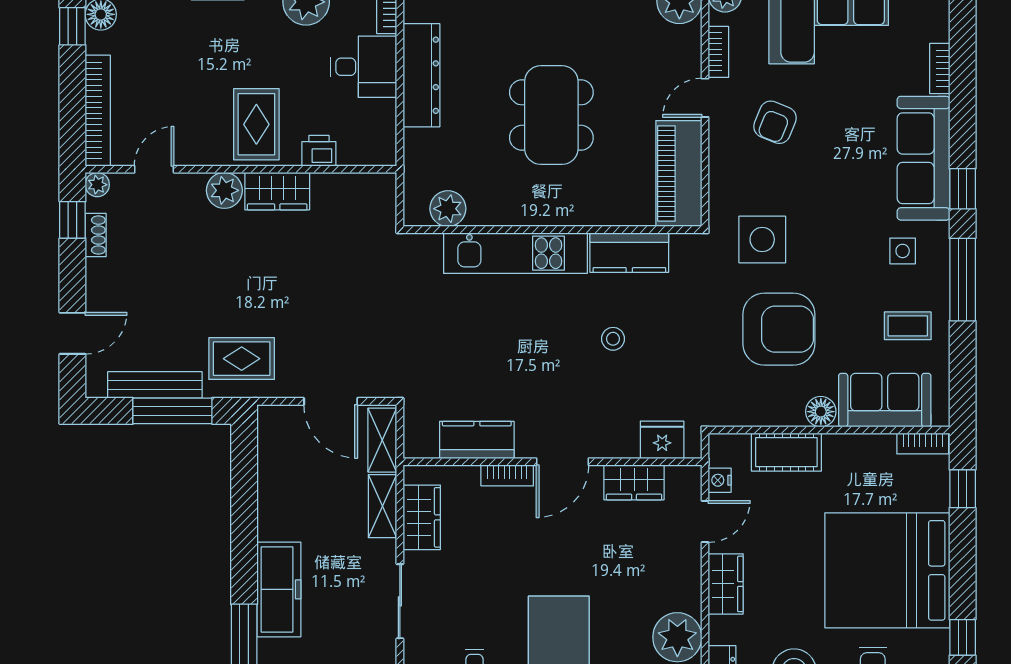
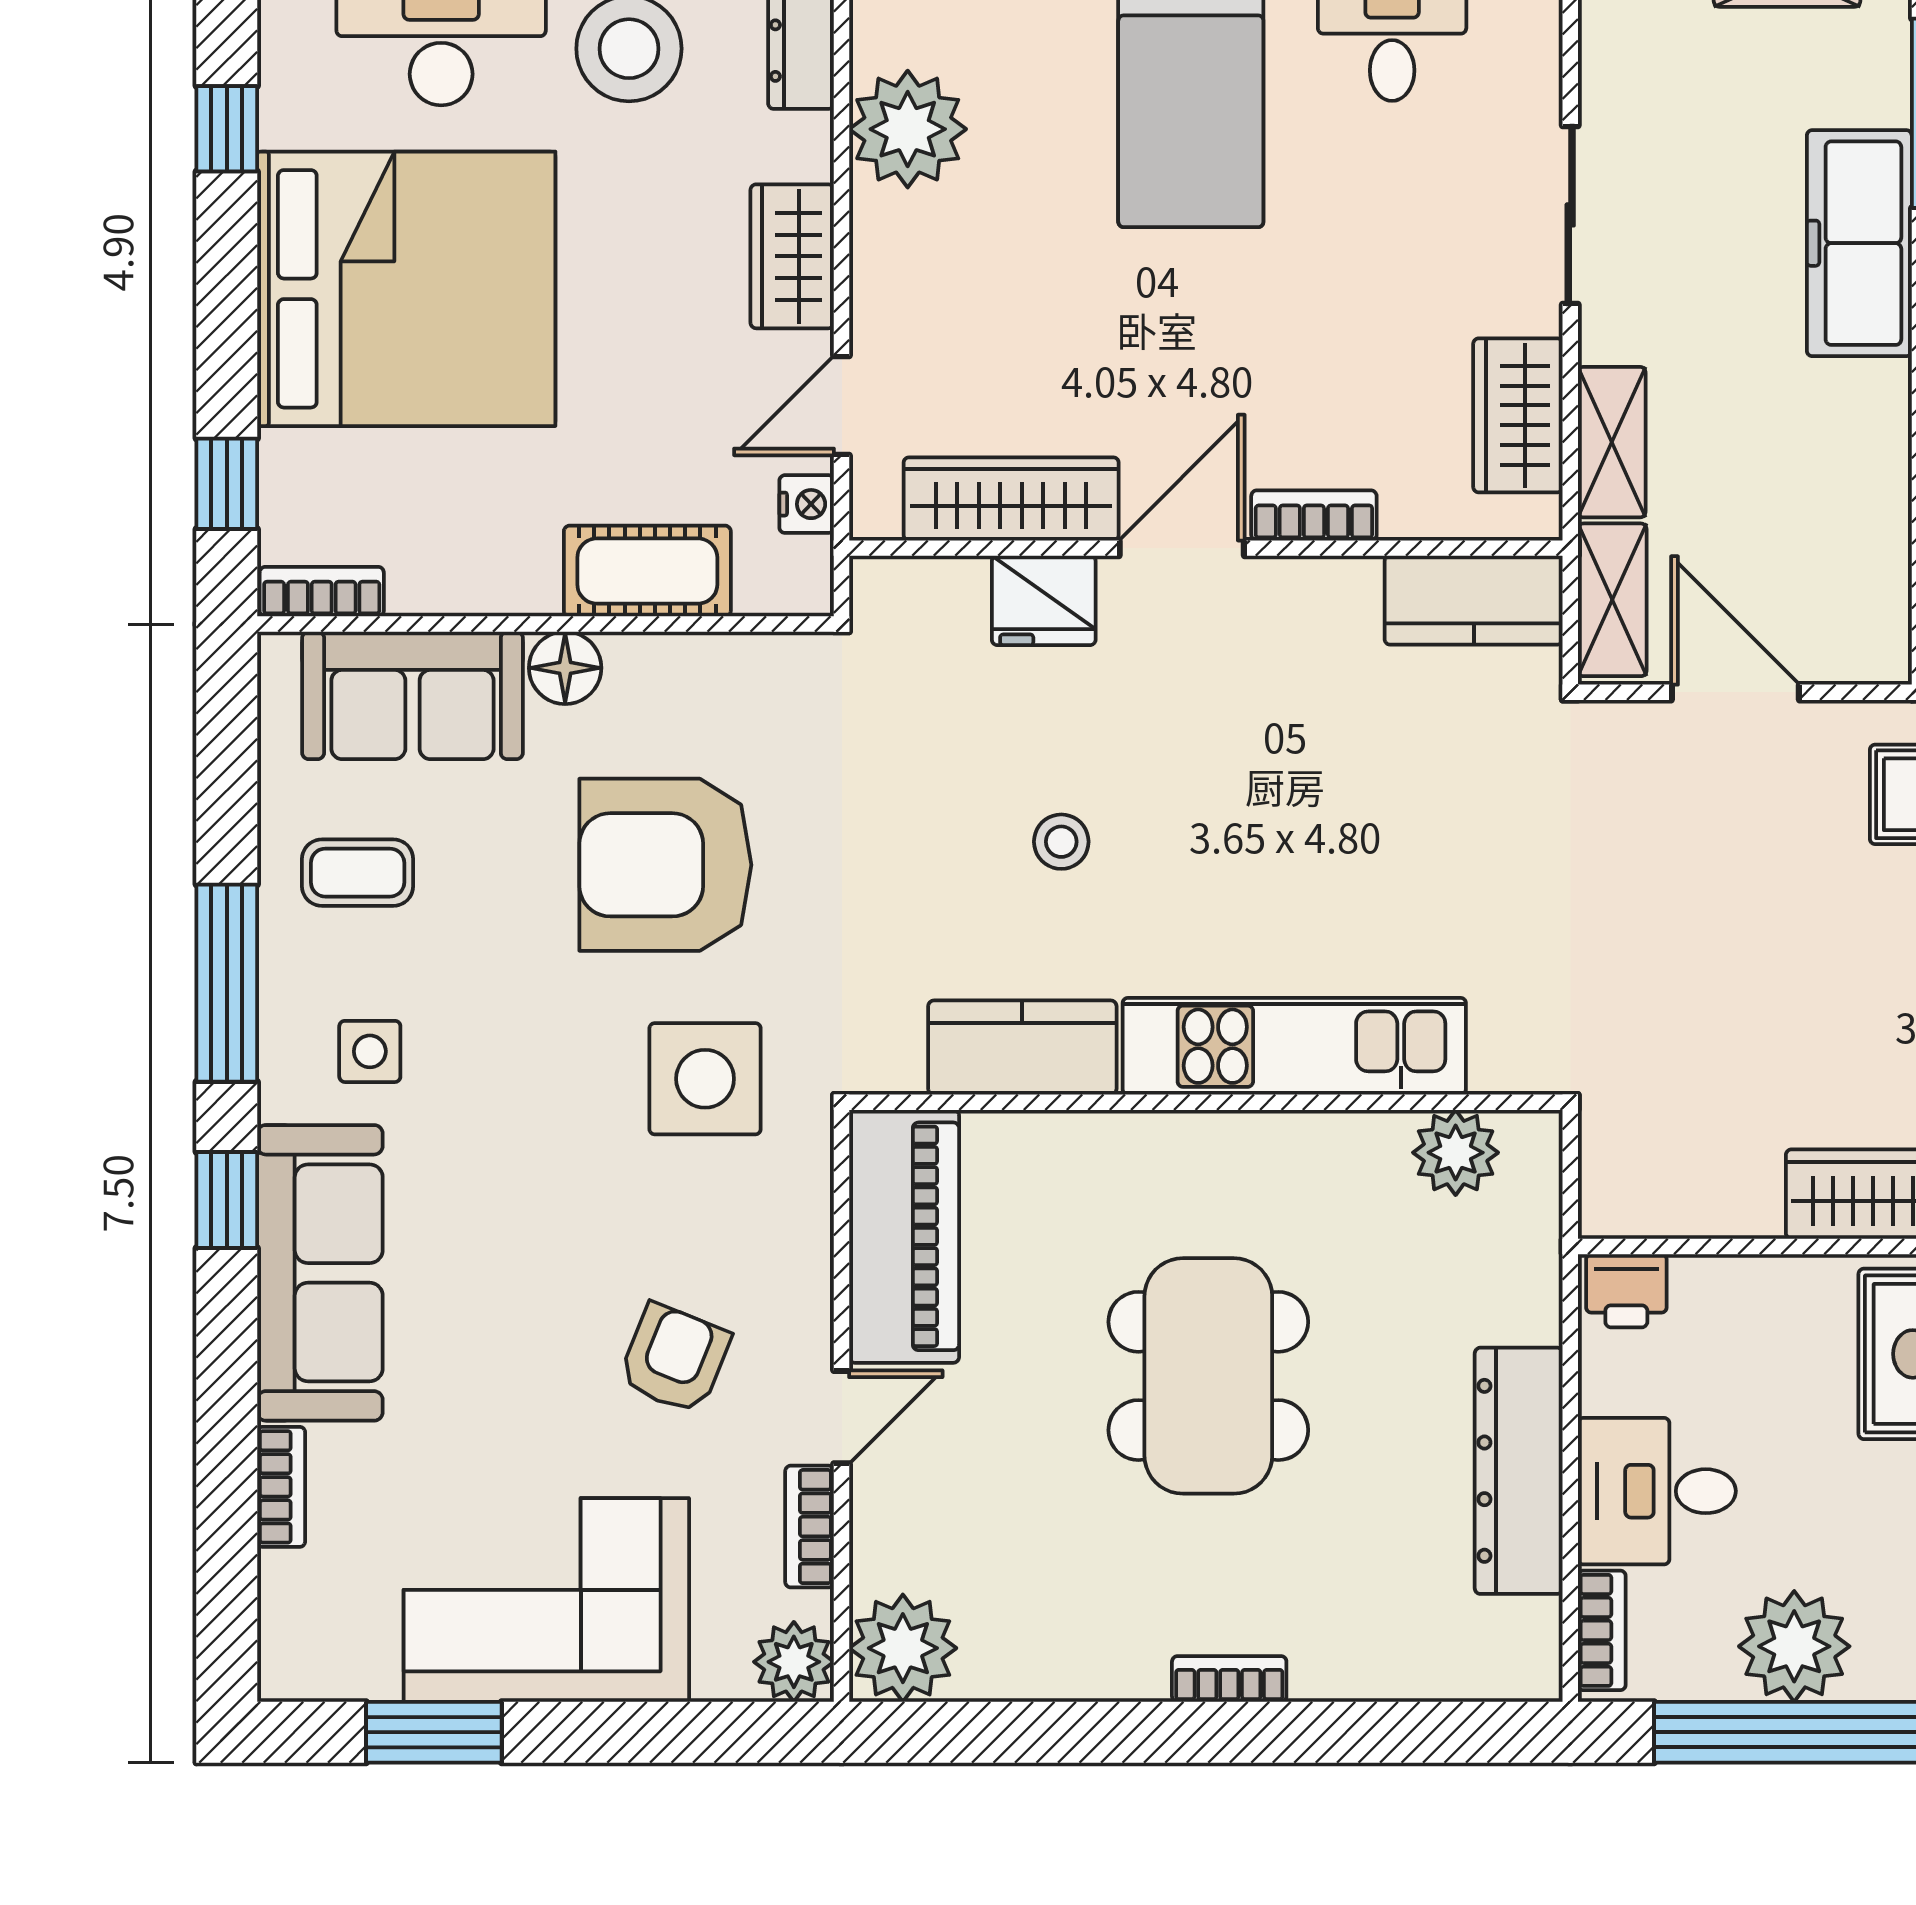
printer: (319, 151) -> (1626, 1291), moved
kitchen counter: (477, 440) -> (1474, 600), moved
fridge: (662, 440) -> (1044, 600), moved
wardrobe: (634, 482) -> (1011, 499), width x1.50

